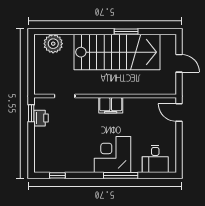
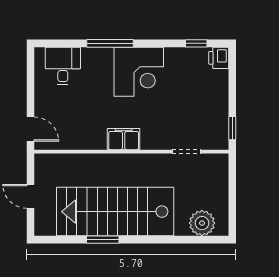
printer: (41, 118) -> (219, 58), moved
corner desk: (112, 155) -> (139, 72), moved

